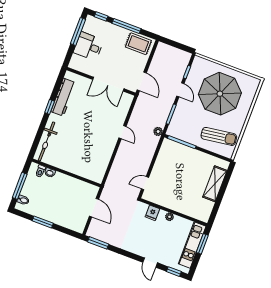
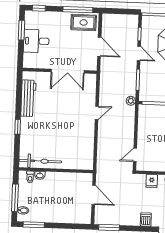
window: (127, 26) -> (78, 10), moved
window: (78, 31) -> (21, 30), width x0.69
door: (142, 81) -> (99, 47), moved
window: (50, 107) -> (18, 127), moved
door: (122, 132) -> (97, 113), hinge flipped
bicycle: (47, 141) -> (40, 161), moved, turned -90
window: (43, 222) -> (34, 225), moved
dishwasher: (135, 247) -> (146, 219), added

